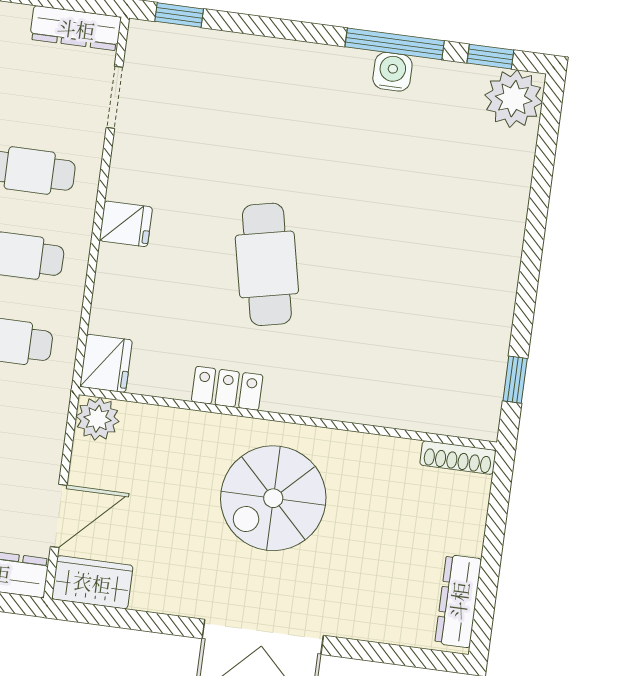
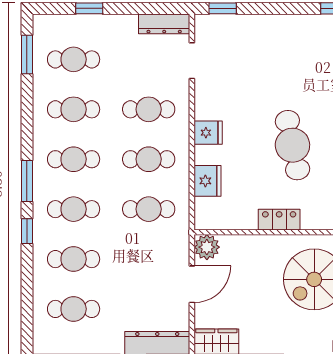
fridge: (106, 363) -> (208, 181), moved
door: (59, 516) -> (192, 284), moved

